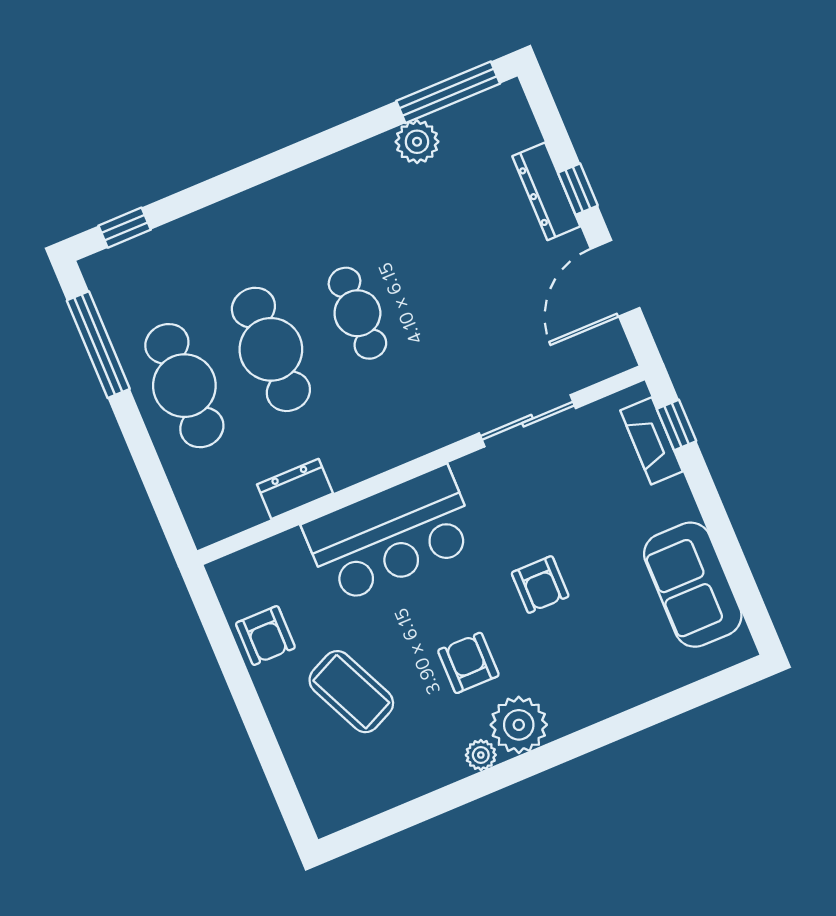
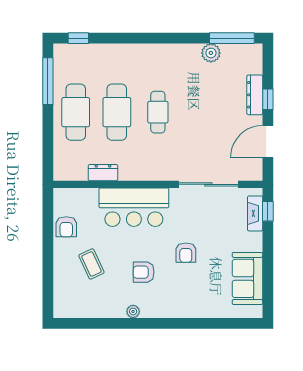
sliding door: (527, 421) -> (208, 184), width x1.37
armchair: (468, 663) -> (144, 272), turned -90
coffee table: (351, 692) -> (91, 264), width x0.73, depth x0.77
plant: (519, 725) -> (153, 306), removed

